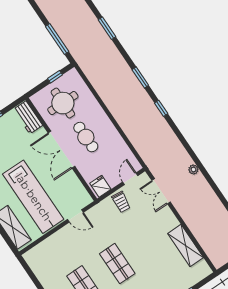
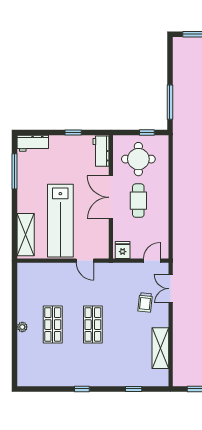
trolley: (121, 202) -> (145, 302), moved

